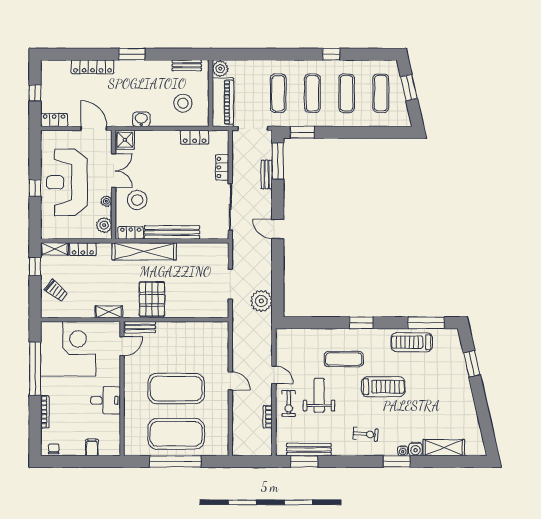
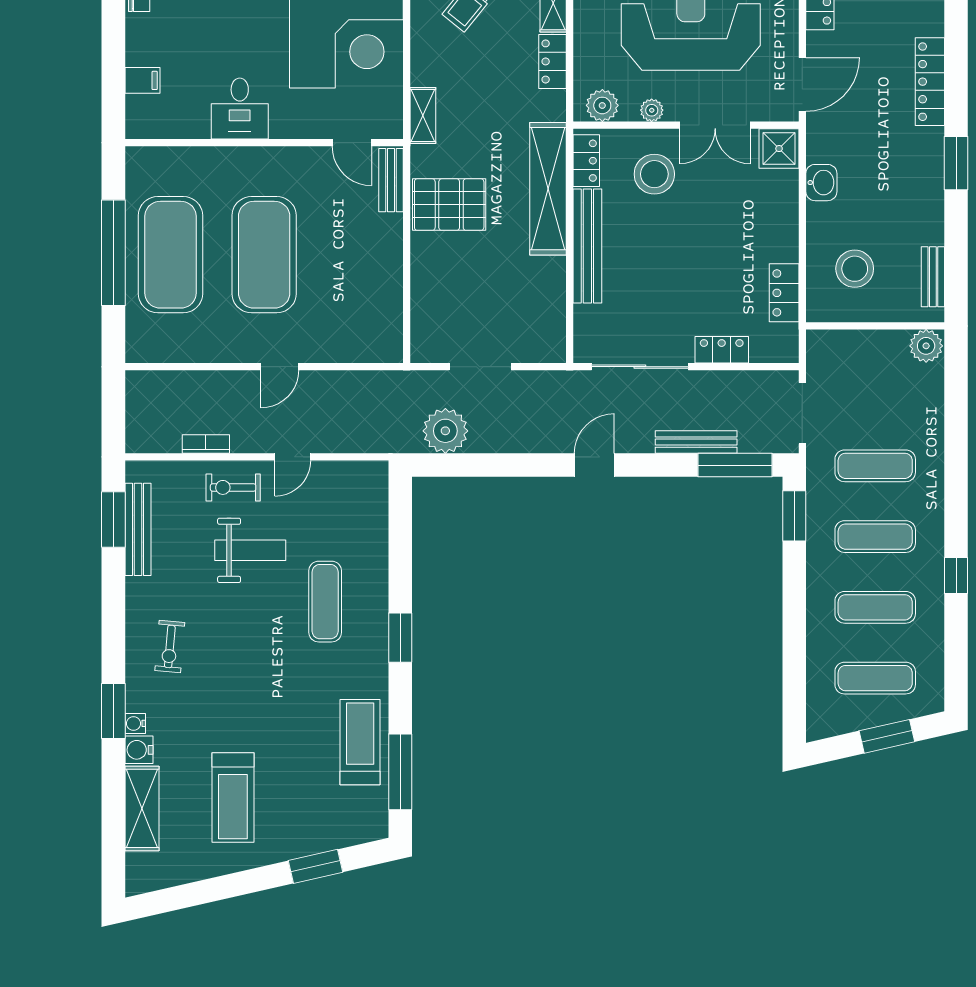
piano: (223, 102) -> (857, 351), removed
bench: (267, 175) -> (696, 442), width x1.36
treadmill: (383, 387) -> (233, 798), moved

